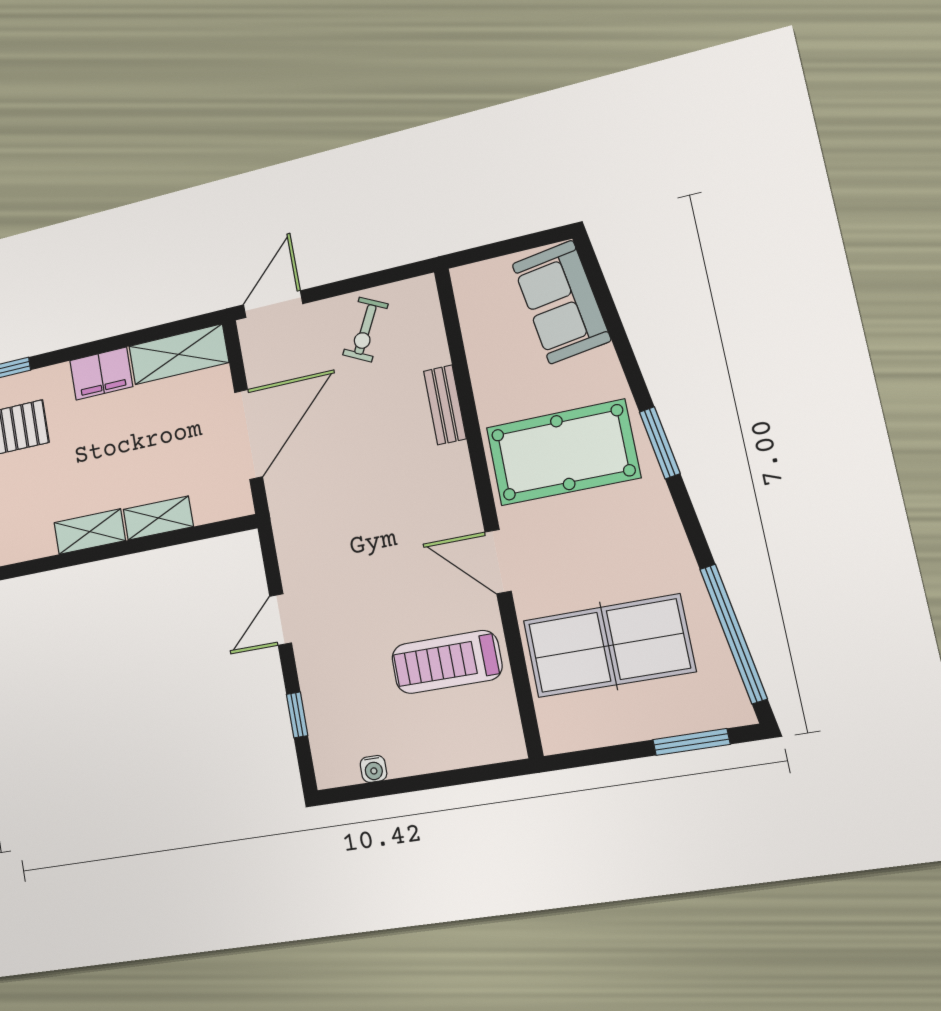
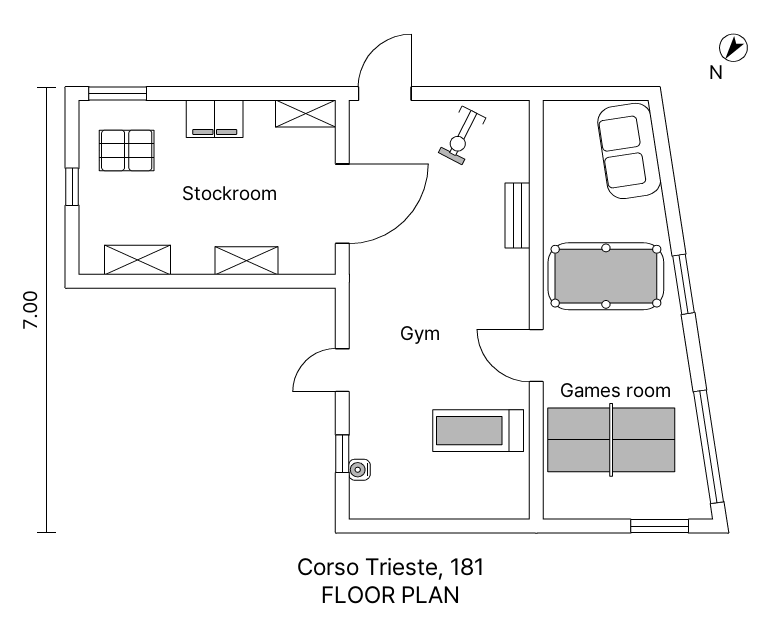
shelving: (179, 354) -> (306, 114), width x0.67, depth x0.75
shelving: (90, 532) -> (137, 260), moved
water cooler: (373, 769) -> (359, 470), moved, turned 90

